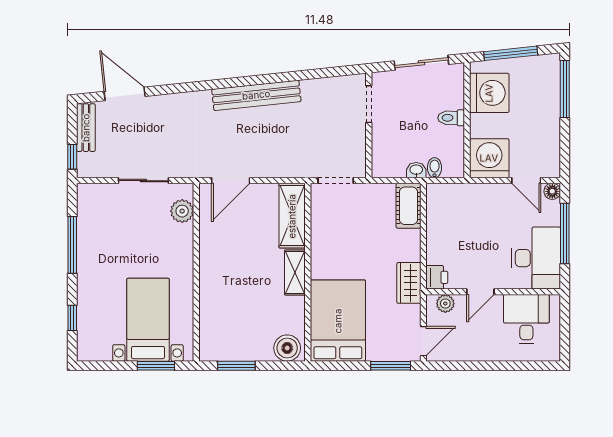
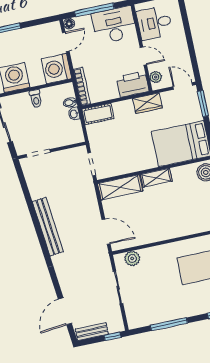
bookcase: (455, 190) -> (82, 86), added
printer: (437, 277) -> (133, 84), width x1.87, depth x1.48

